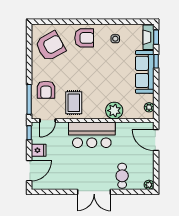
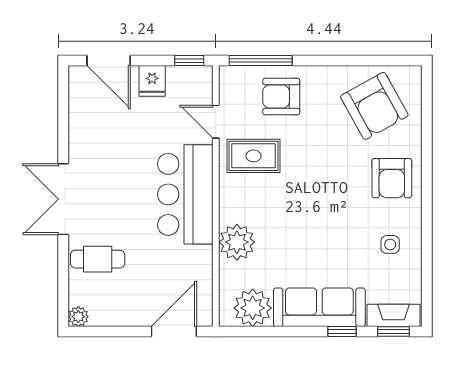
plant: (149, 107) -> (253, 308), width x1.88, depth x1.88
door: (48, 120) -> (216, 122), moved

